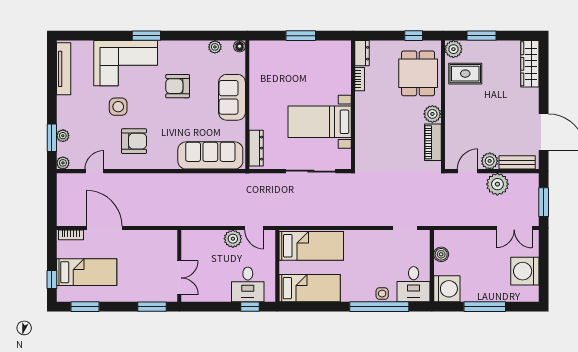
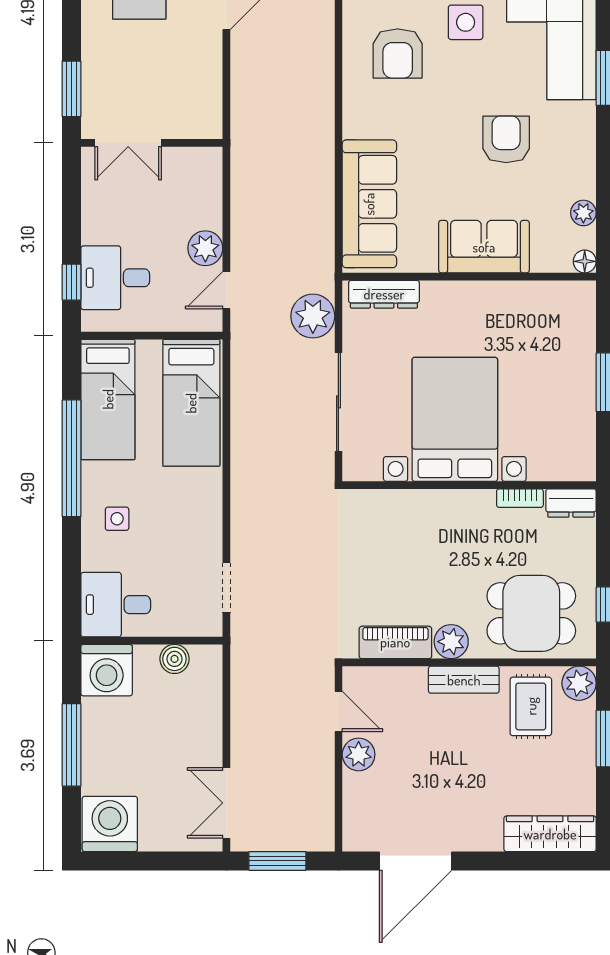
bed with nightstands: (320, 122) -> (455, 419), width x1.36
bench: (517, 162) -> (464, 680), moved, turned 90
plant: (497, 184) -> (313, 316), moved
washing machine: (525, 271) -> (110, 824), moved
side table: (382, 294) -> (117, 519), moved
window: (379, 307) -> (72, 458), moved

